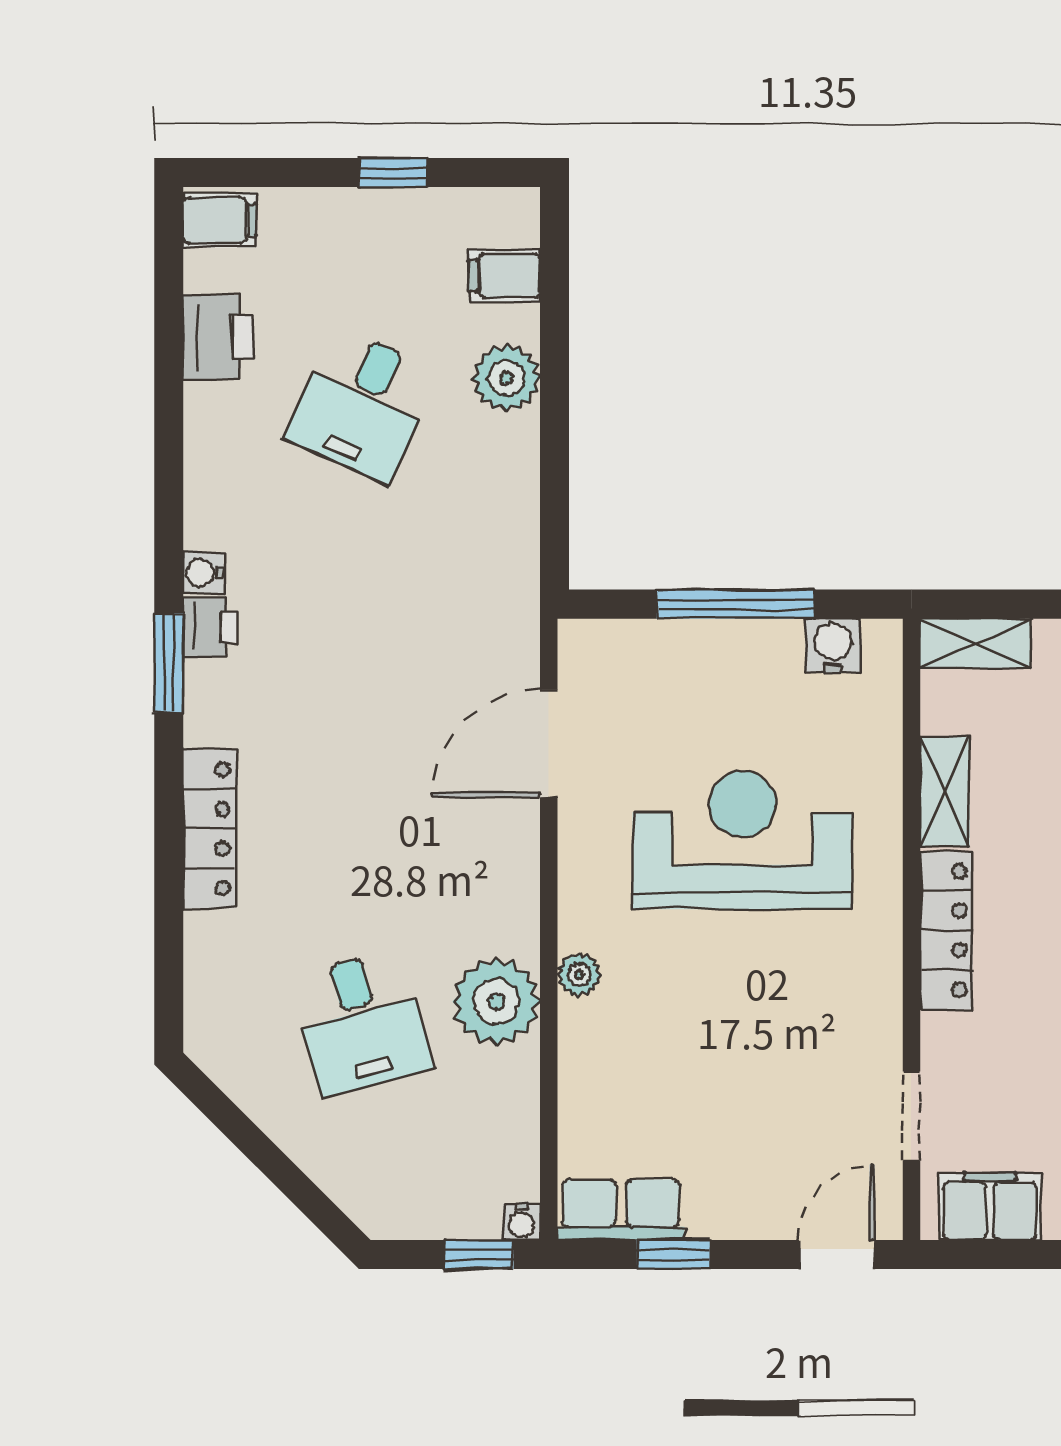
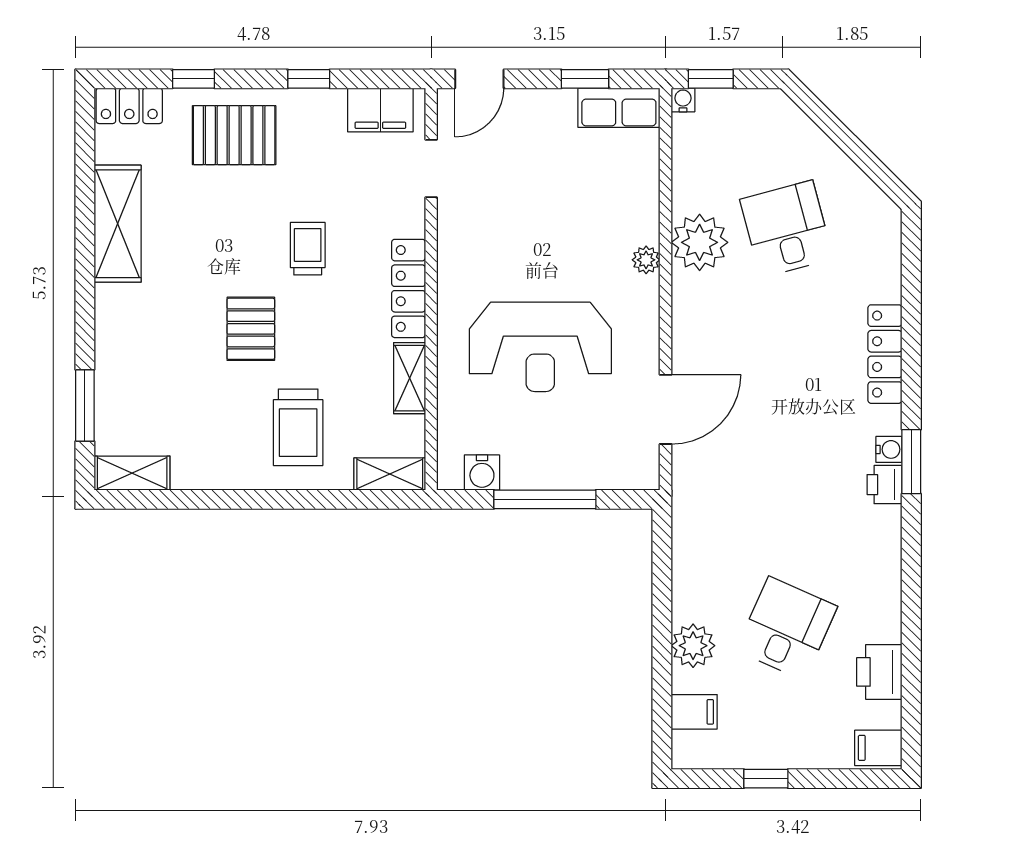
water cooler: (203, 573) -> (889, 449), moved

